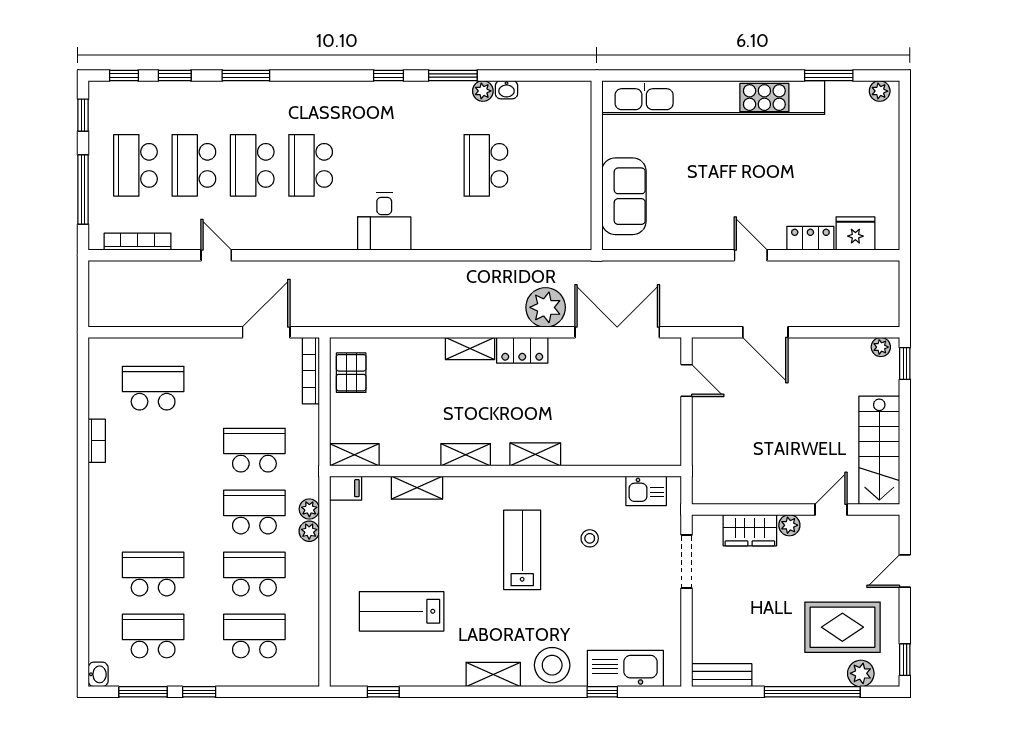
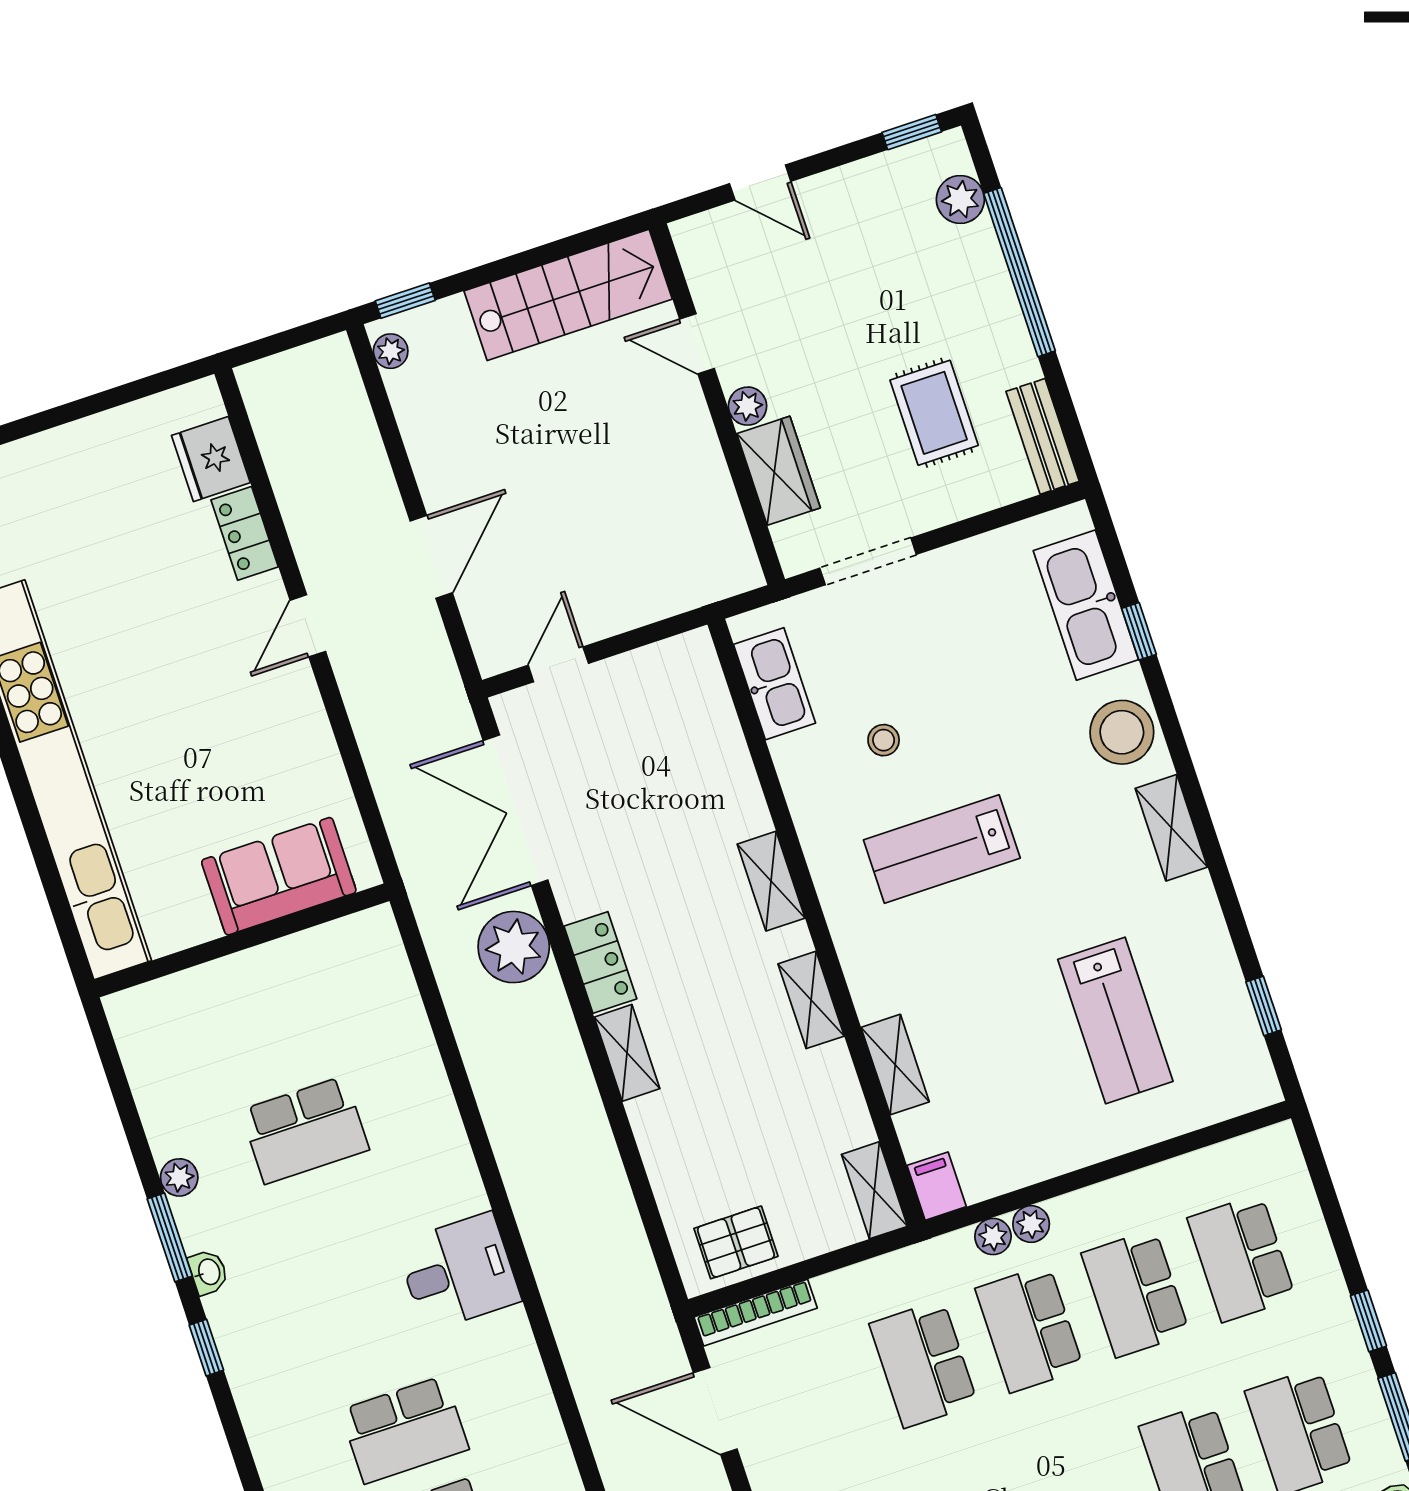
washbasin: (507, 90) -> (208, 1272), moved
kitchen sink: (646, 491) -> (775, 684), width x1.38
rug: (842, 627) -> (934, 413), moved, width x0.73, depth x0.70

